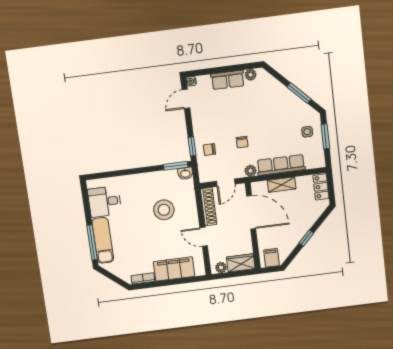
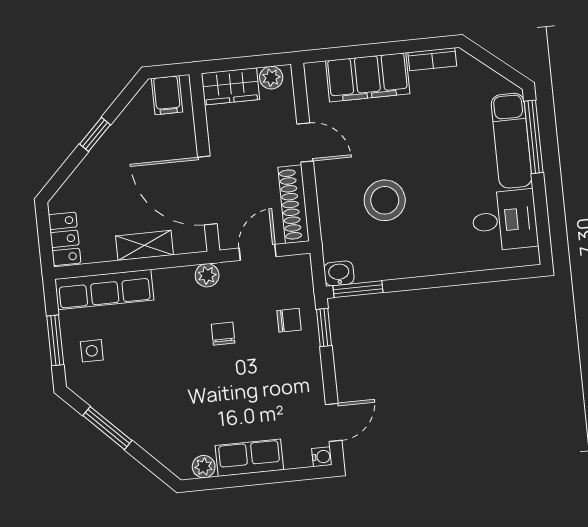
row of seats: (281, 165) -> (104, 289), moved

